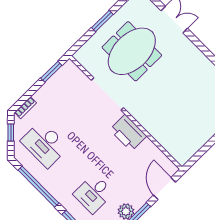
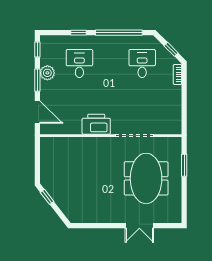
window: (102, 21) -> (184, 165), moved
window: (51, 72) -> (184, 114), removed
desk: (45, 144) -> (142, 64), width x0.73

